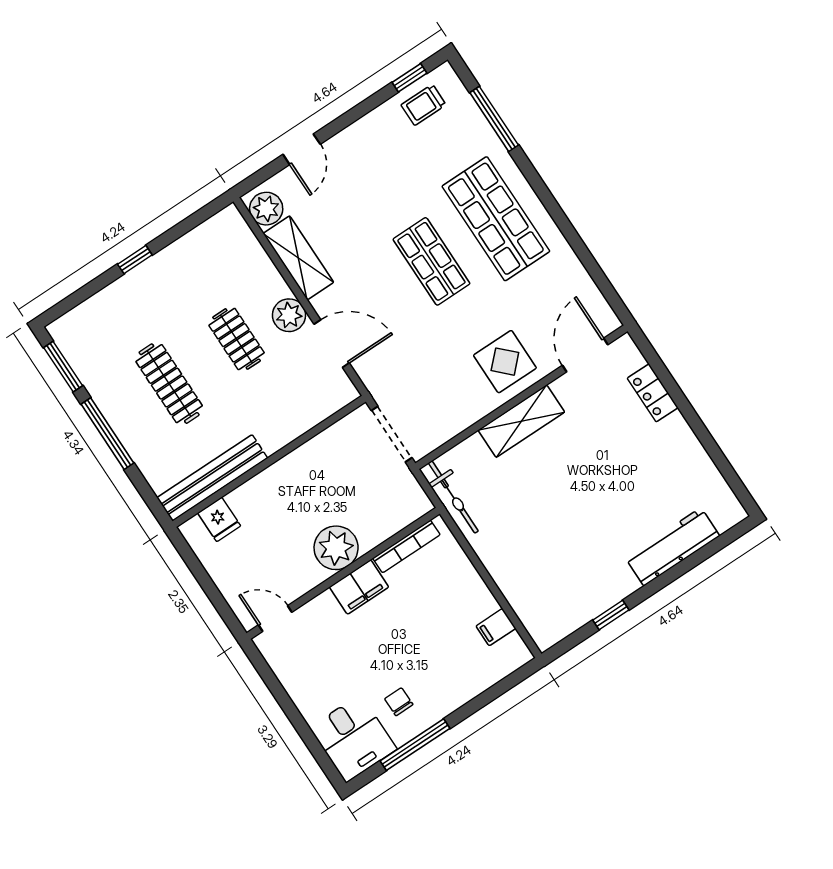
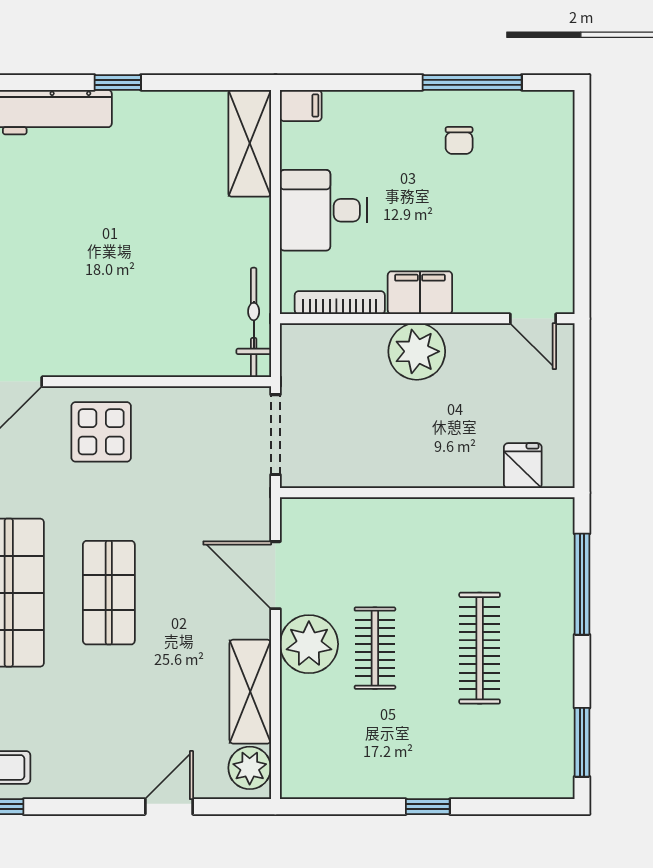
plant: (289, 315) -> (309, 644), width x1.36, depth x1.36
shelving: (521, 421) -> (250, 143), moved, turned 90
window: (107, 434) -> (582, 584), moved
bench: (212, 478) -> (500, 516), removed
window: (611, 615) -> (118, 82), moved
filing cabinet: (496, 627) -> (301, 106), moved
desk: (353, 738) -> (323, 210), moved, turned -90

